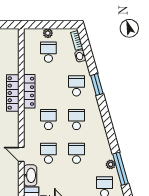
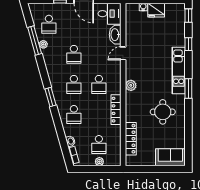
window: (97, 85) -> (51, 97), moved
locker: (13, 93) -> (131, 139), moved
plant: (13, 118) -> (131, 85), added
school desk: (48, 153) -> (99, 54), removed
door: (21, 154) -> (123, 53), swing flipped

